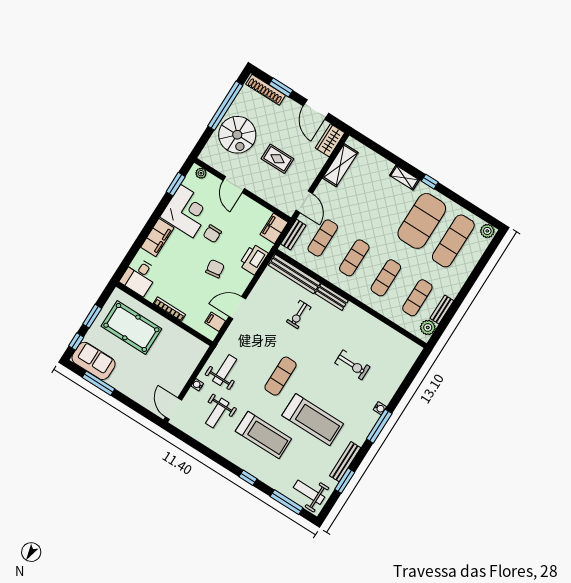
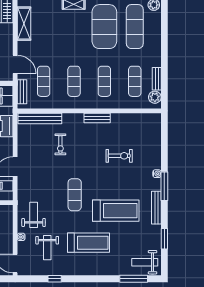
bench: (332, 297) -> (97, 118), moved
bench: (345, 462) -> (156, 208), moved
window: (248, 478) -> (55, 279), moved

